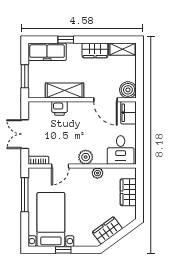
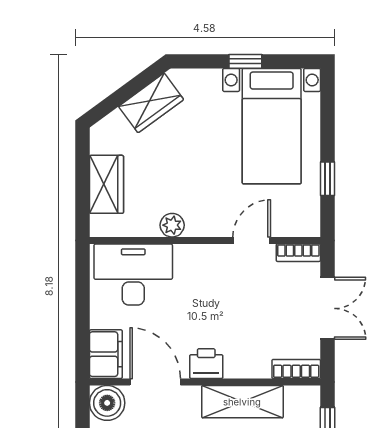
bookcase: (39, 106) -> (296, 369), added
printer: (59, 108) -> (206, 364), moved
desk: (121, 150) -> (133, 275), width x1.37
plant: (86, 157) -> (197, 259), removed
window: (25, 195) -> (328, 179), width x0.46

